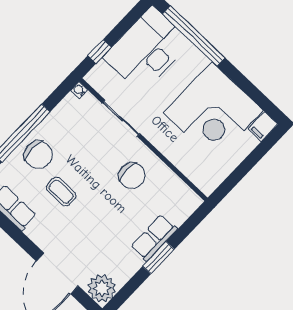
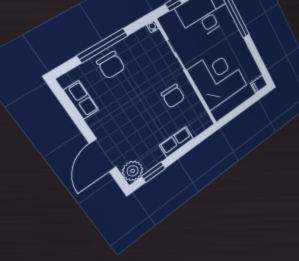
corner desk: (213, 112) -> (218, 78), moved, turned 180
coffee table: (61, 192) -> (121, 96), removed
window: (158, 258) -> (154, 172), moved

